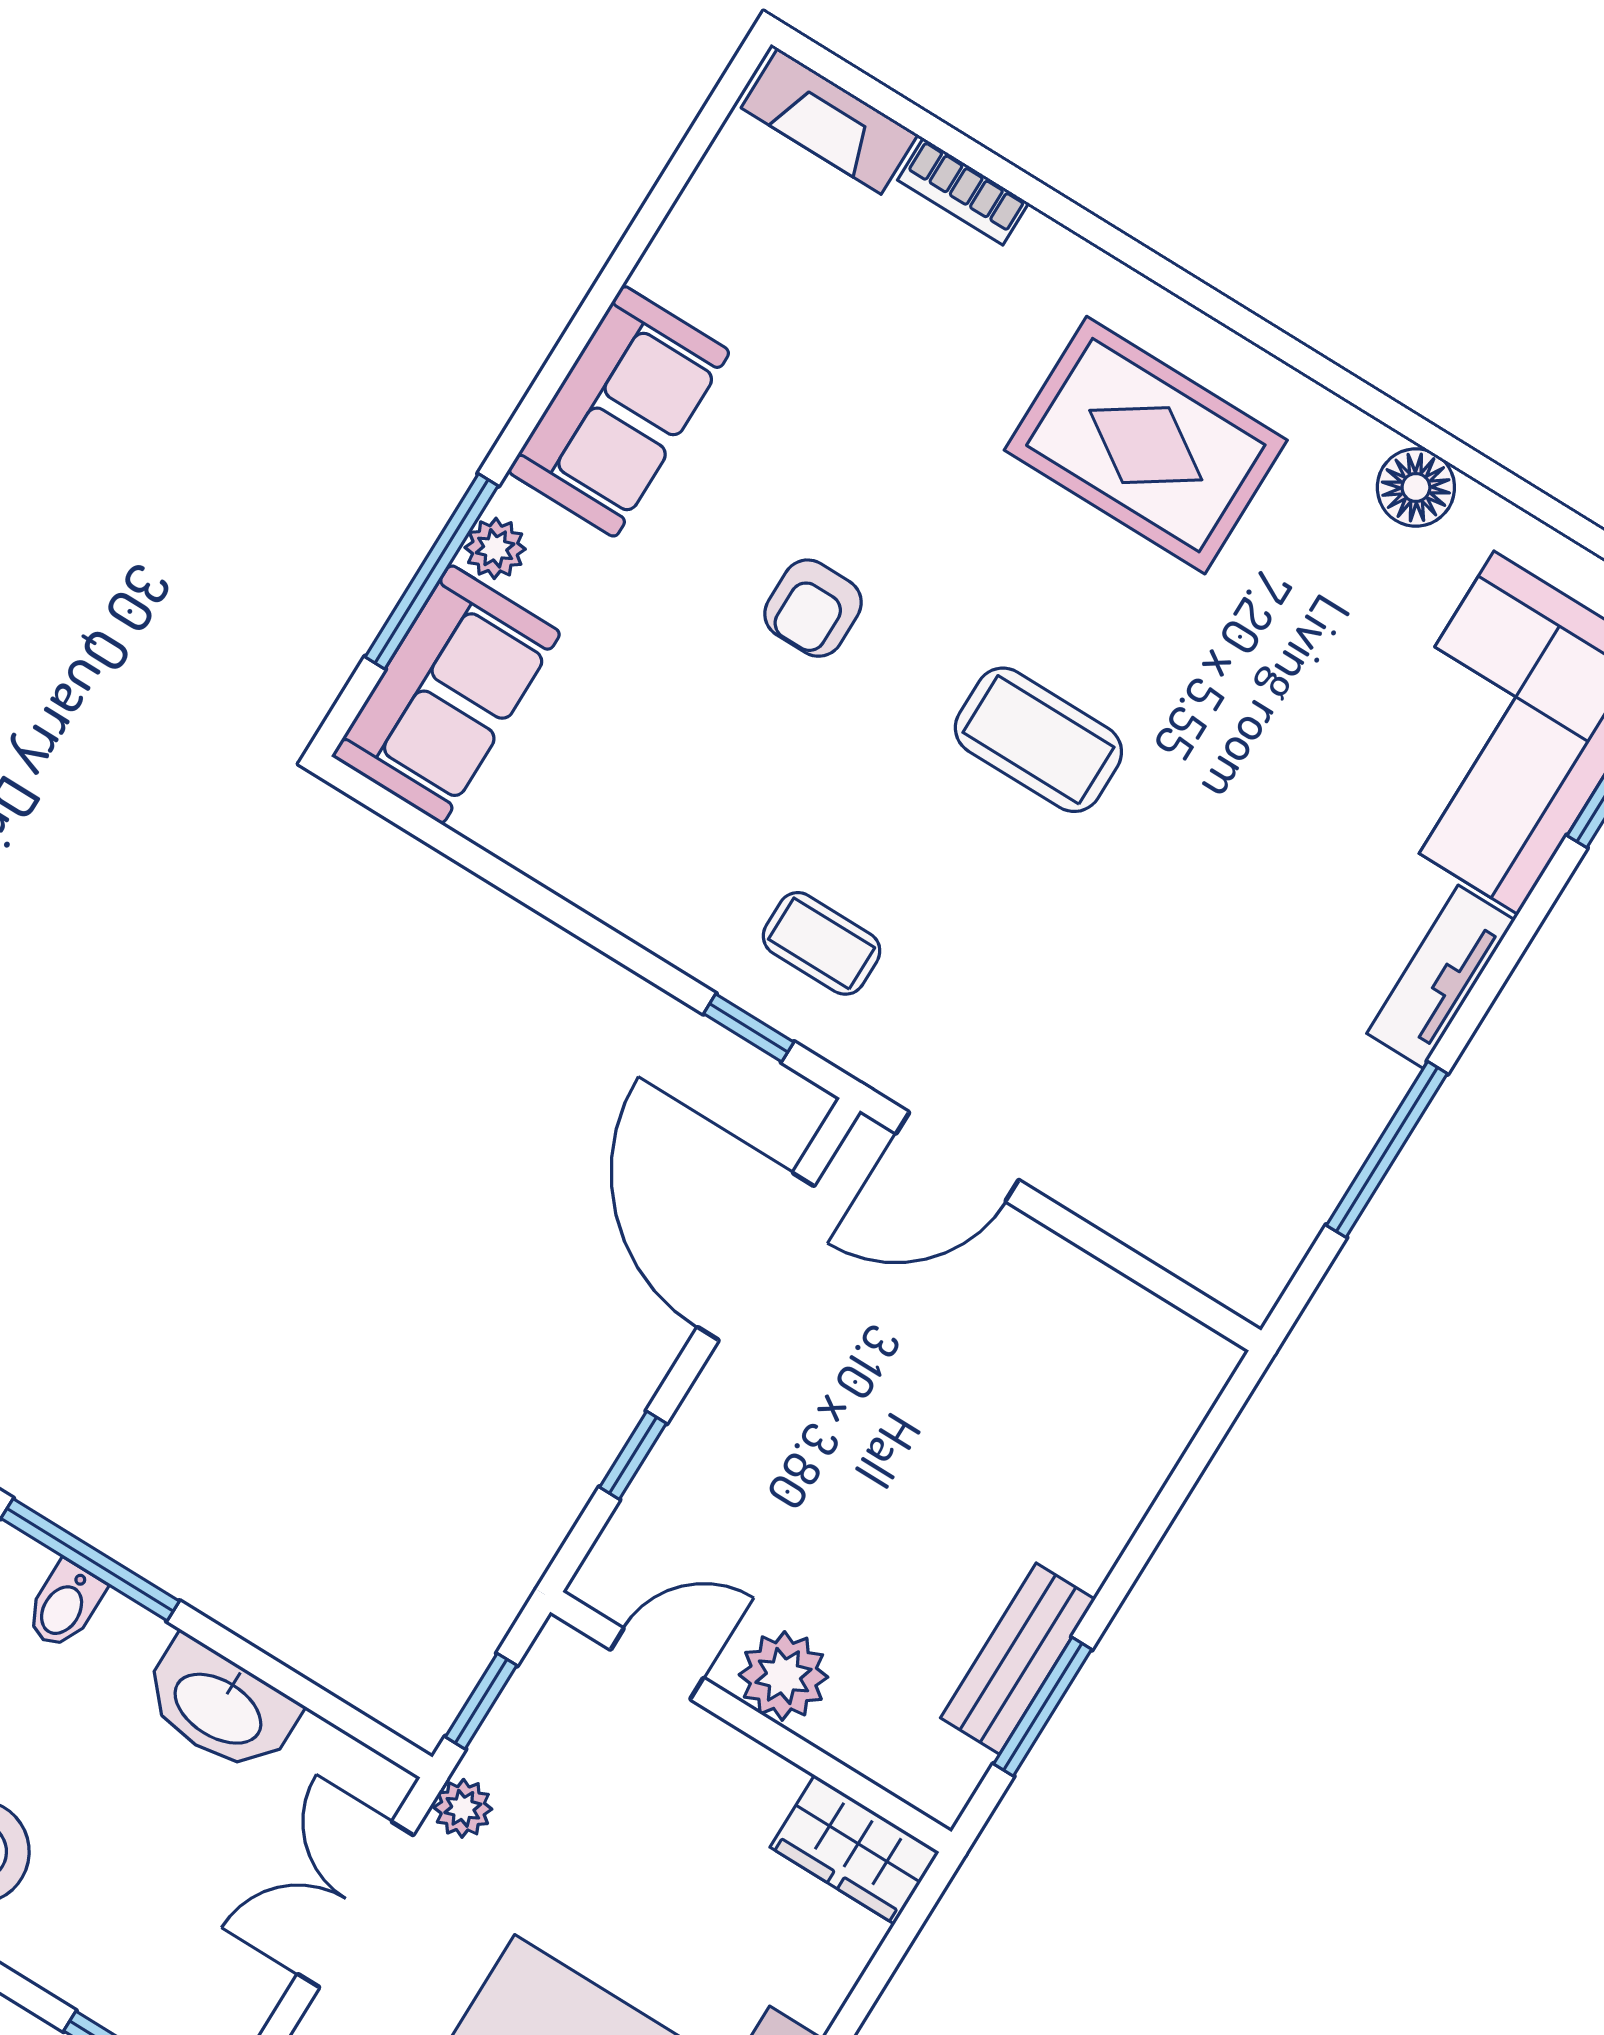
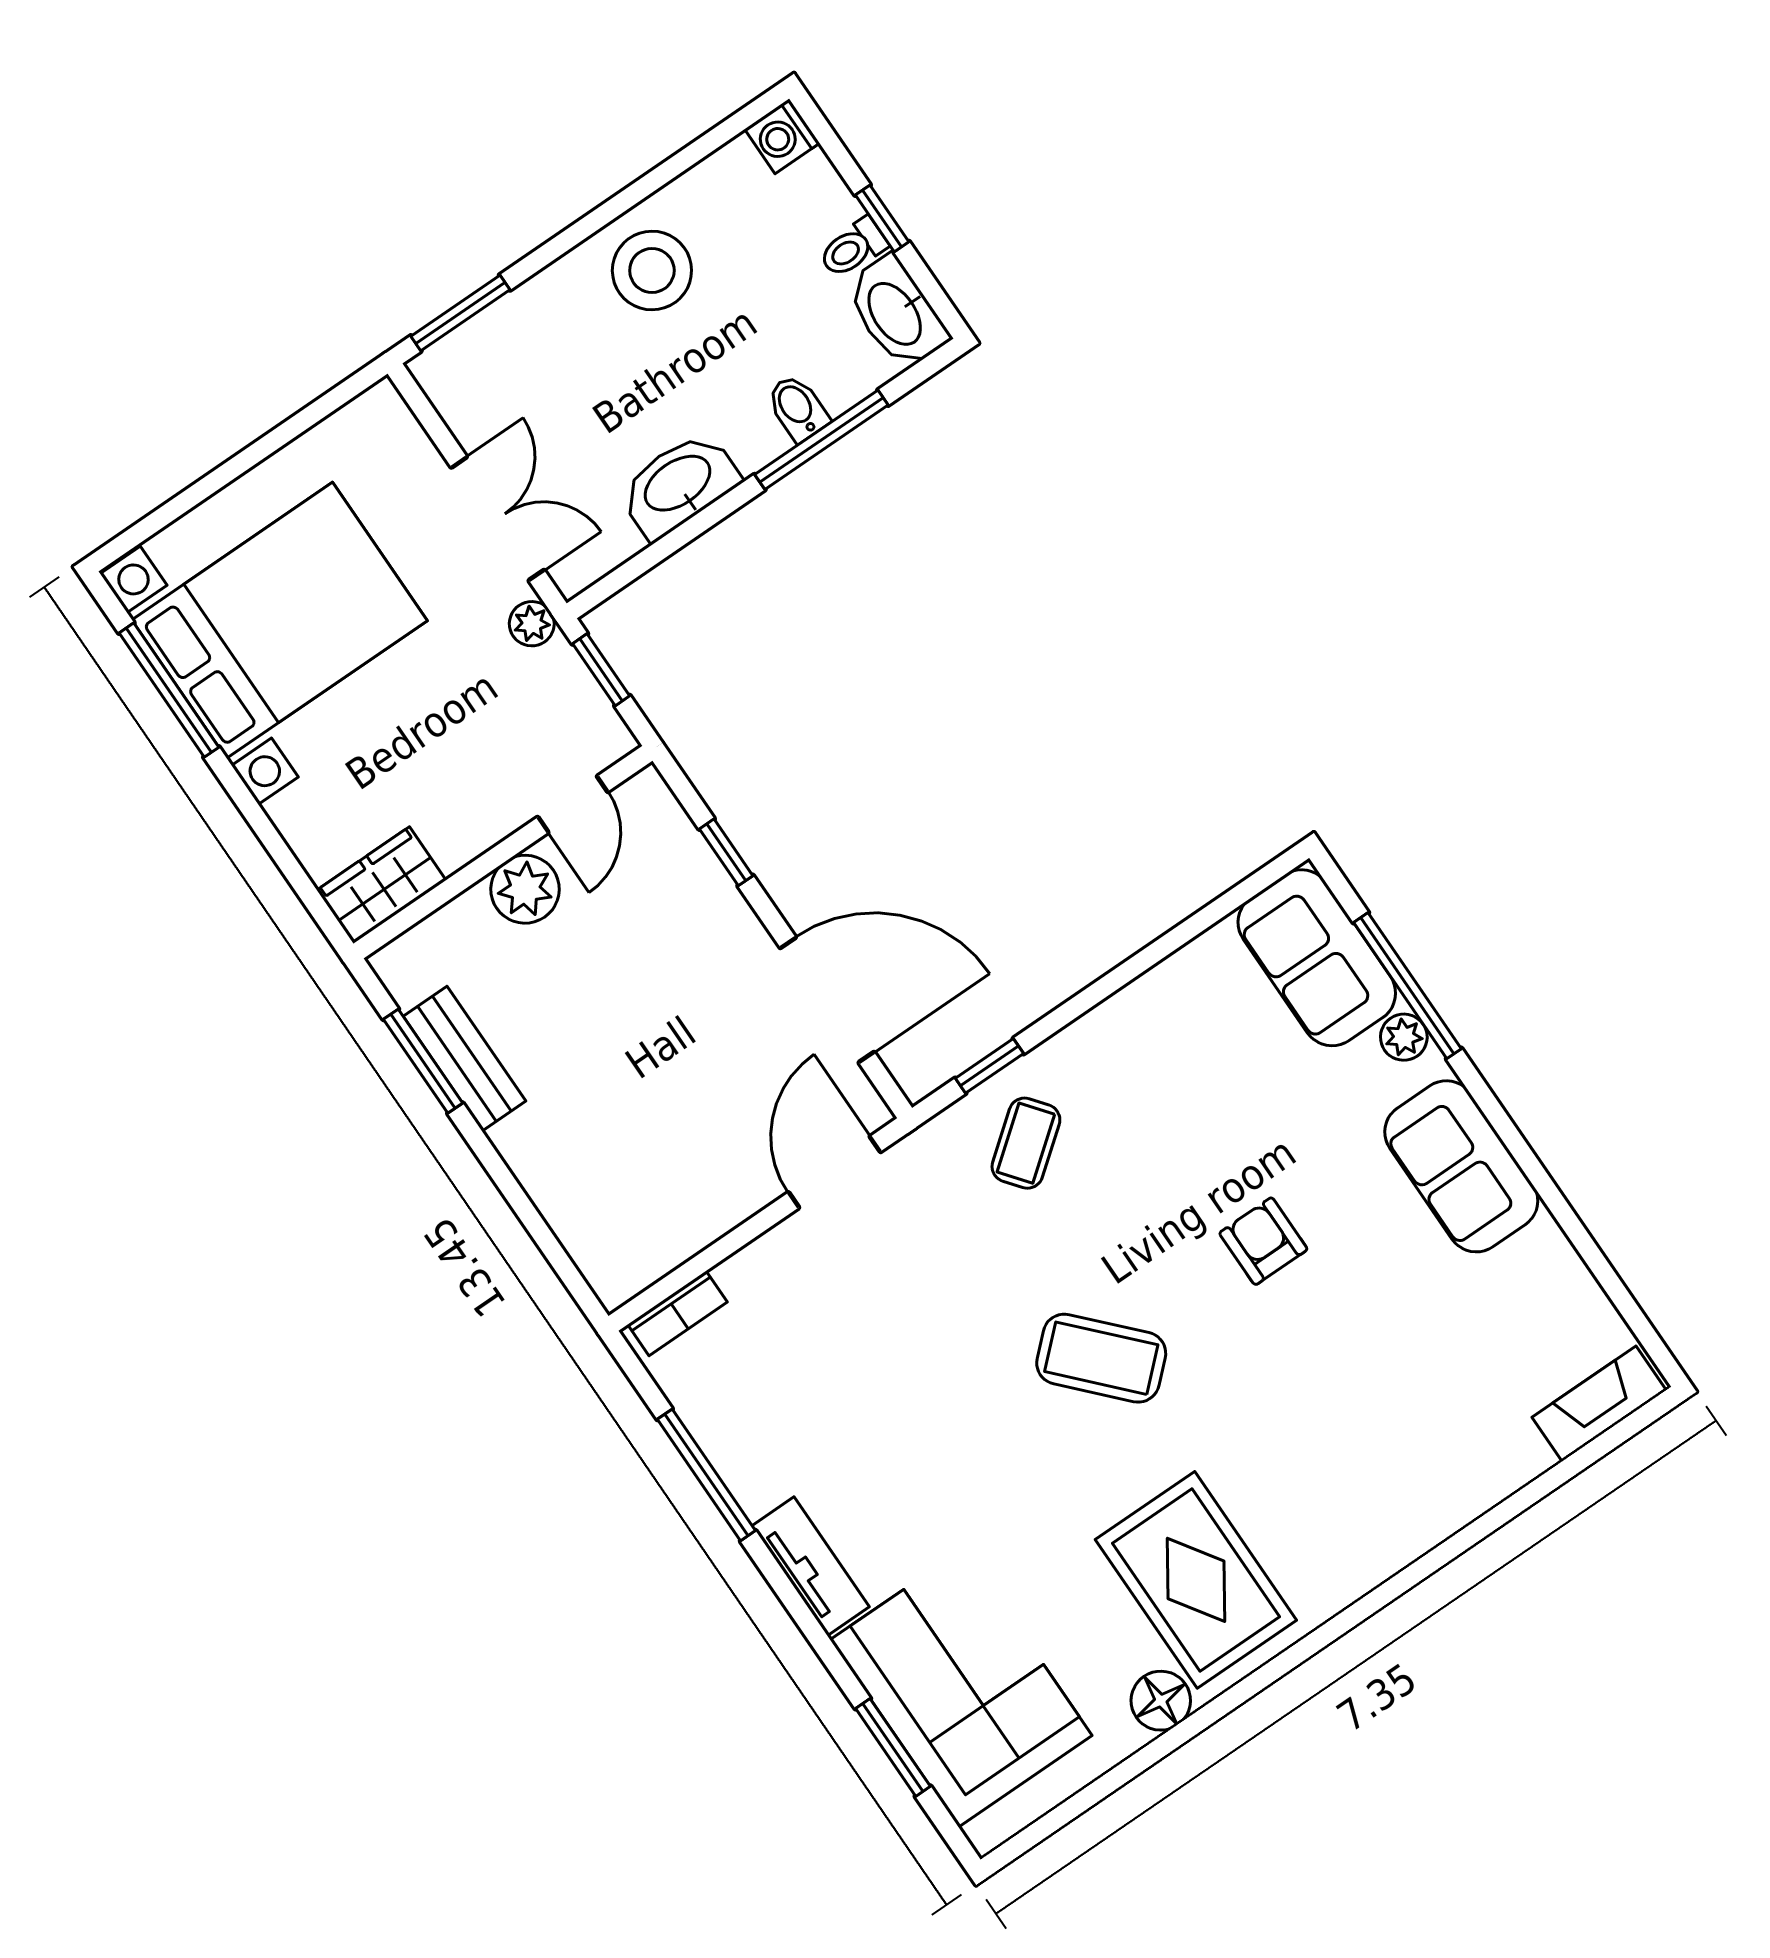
bookcase: (963, 191) -> (678, 1313), moved, turned 180
rug: (1146, 445) -> (1196, 1580), moved, turned 90
coffee table: (1038, 740) -> (1101, 1358), turned 47
coffee table: (822, 943) -> (1026, 1143), turned -38

